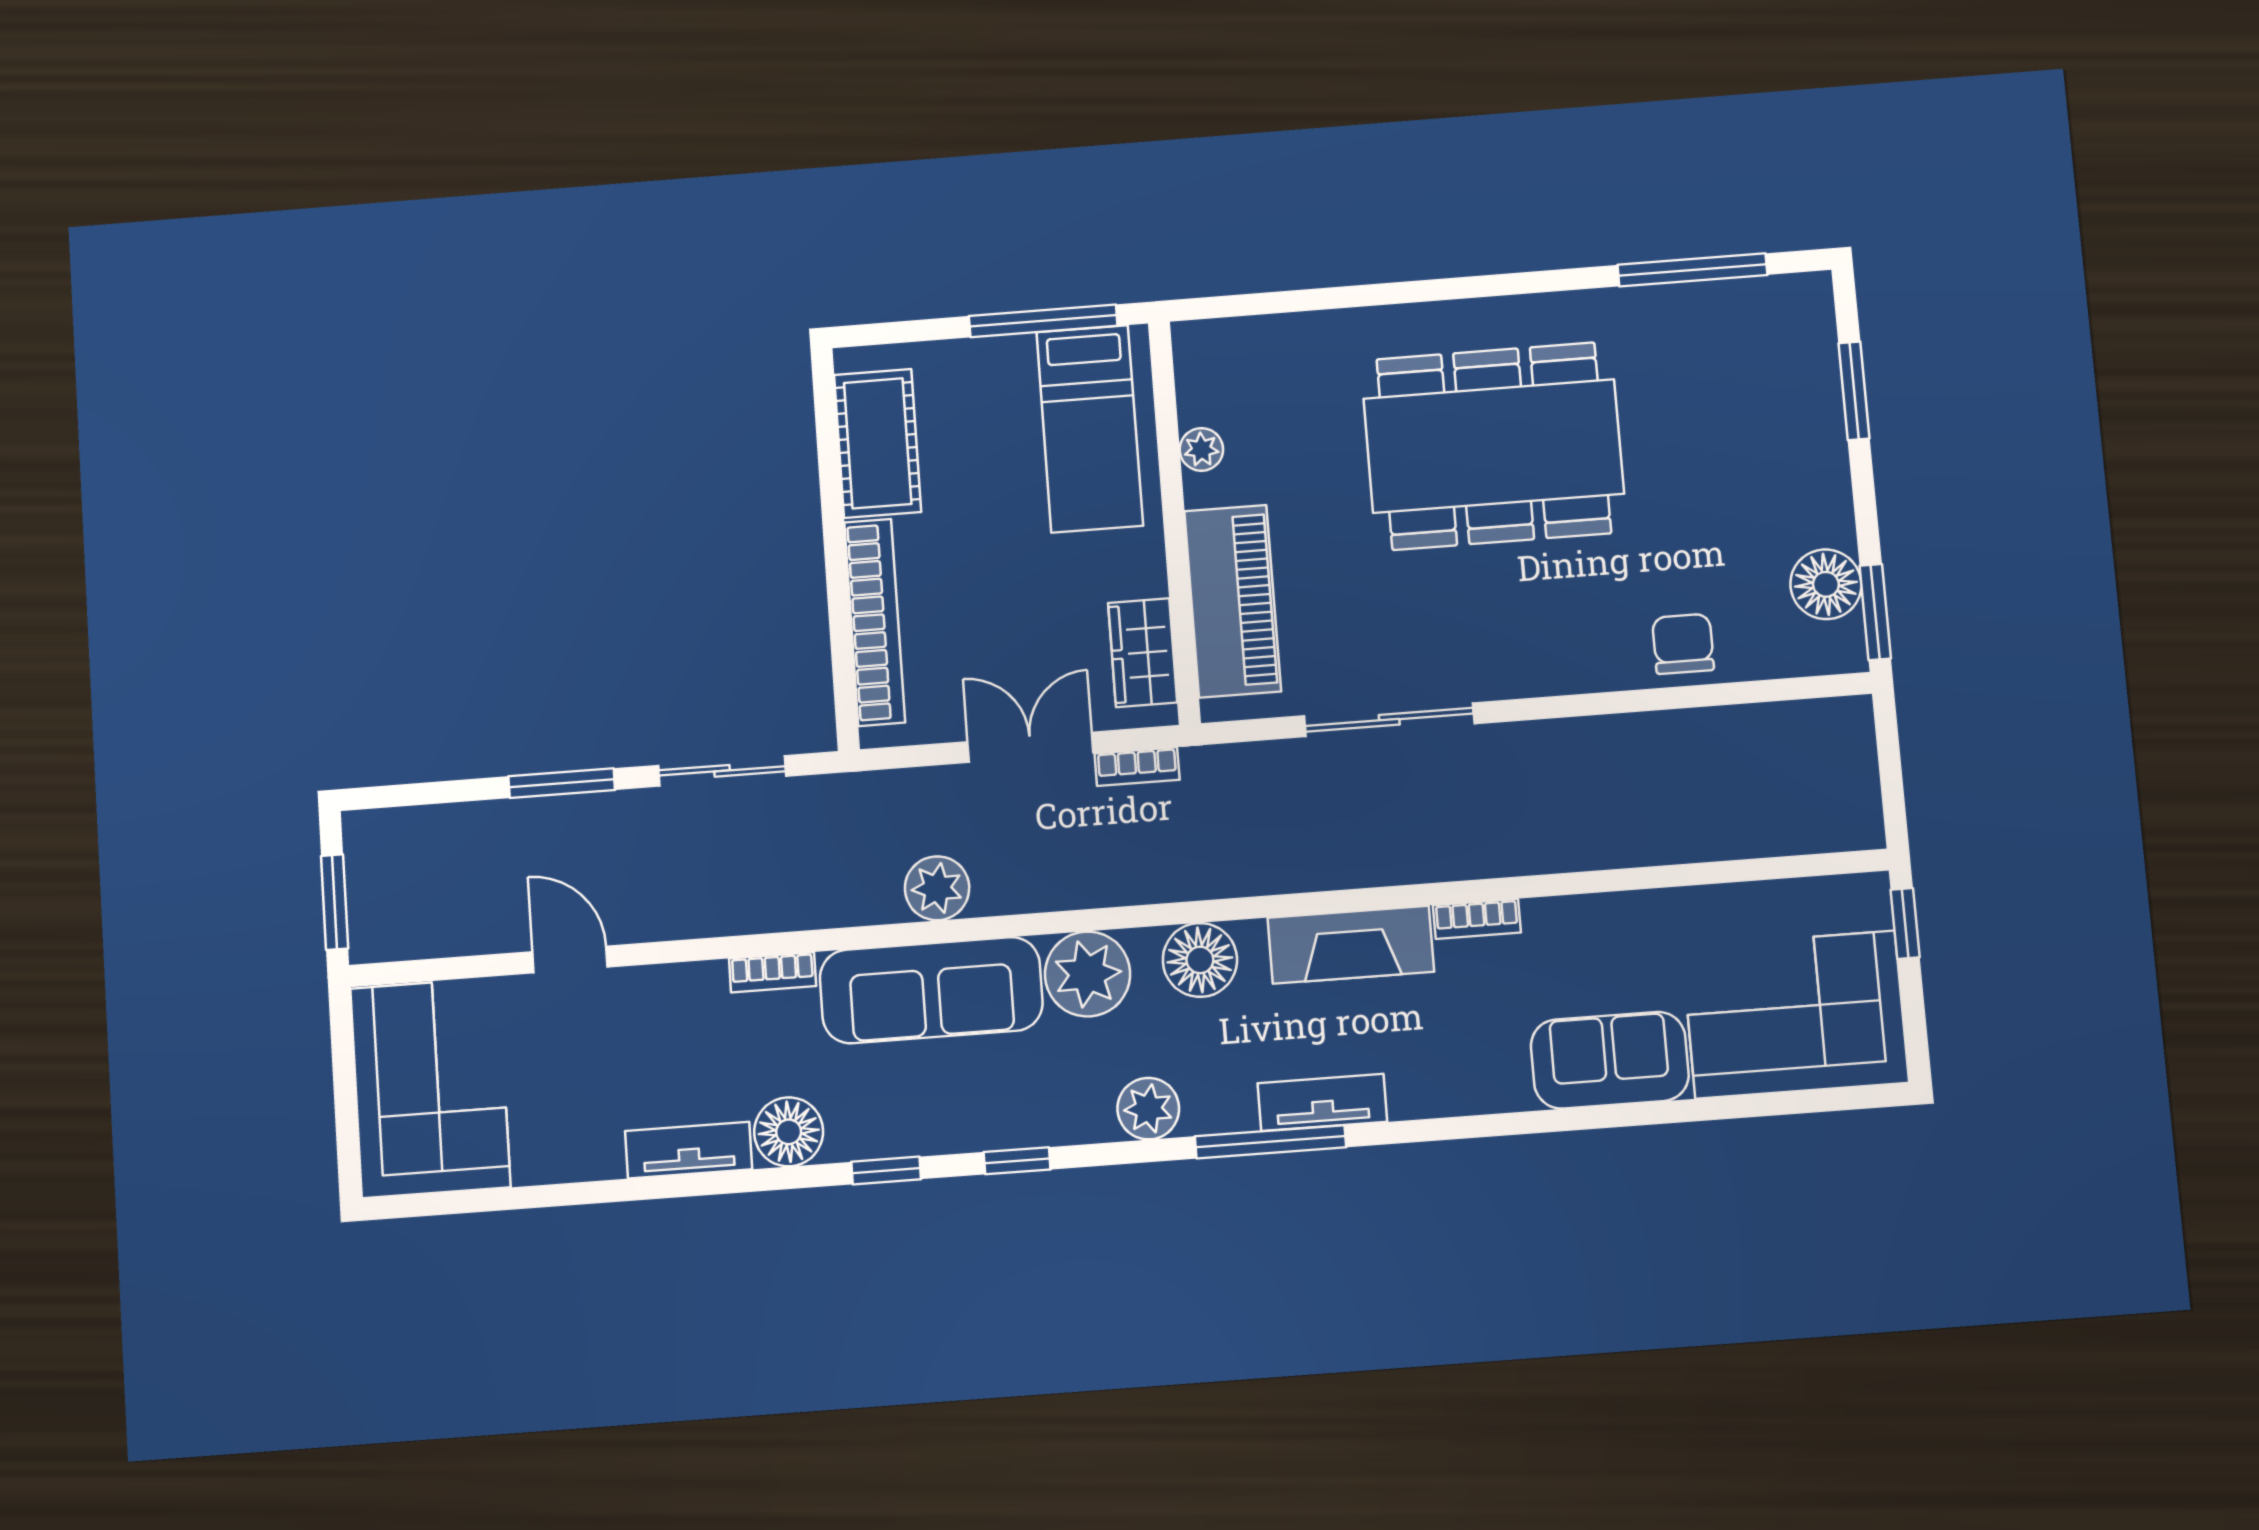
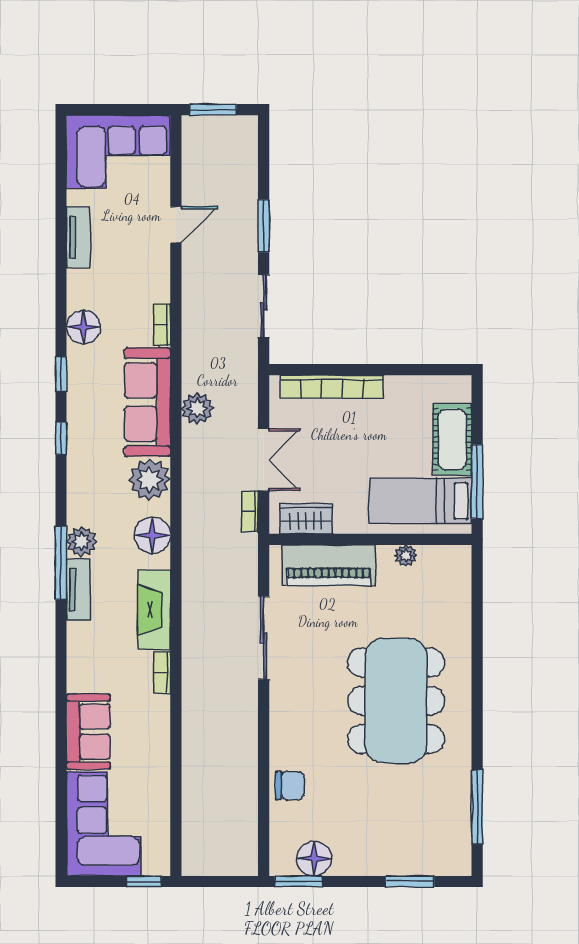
cot: (878, 443) -> (452, 439), moved, turned 90
plant: (1148, 1109) -> (82, 542), moved
tv unit: (689, 1150) -> (78, 237), moved

